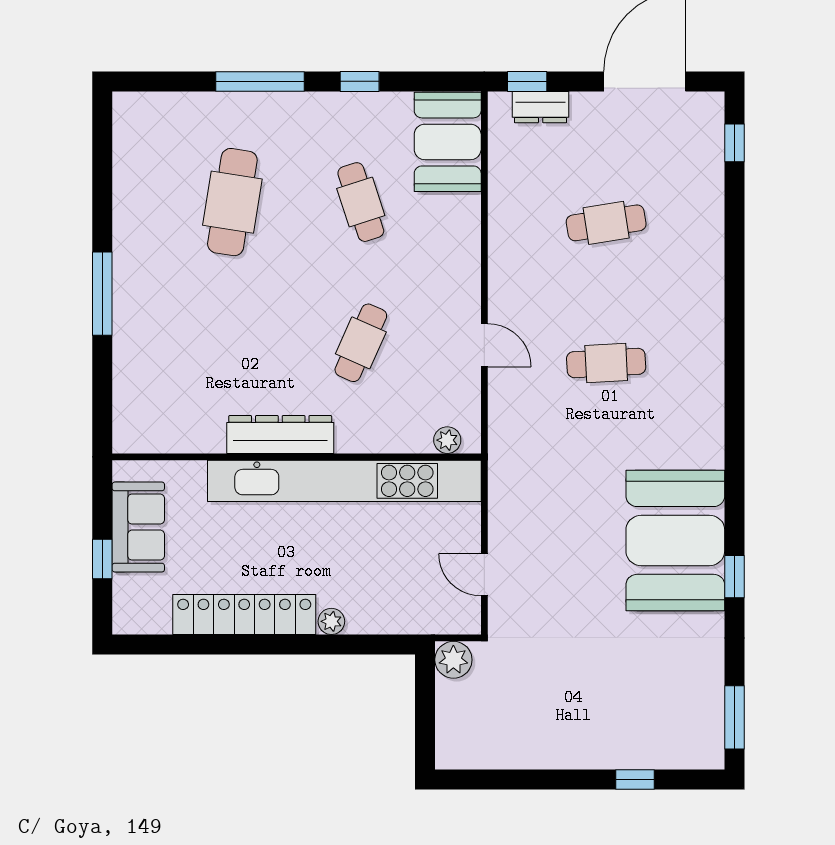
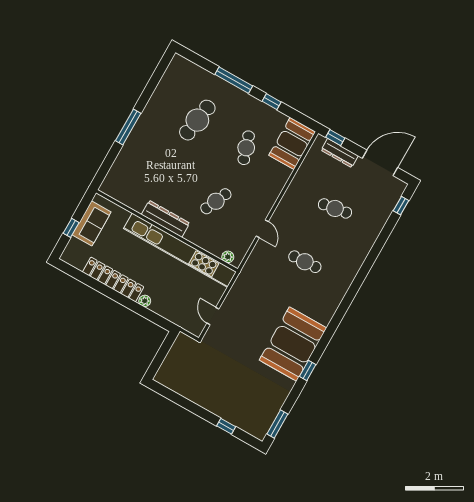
dresser: (541, 107) -> (340, 153), width x1.44
plant: (453, 660) -> (183, 342), removed

